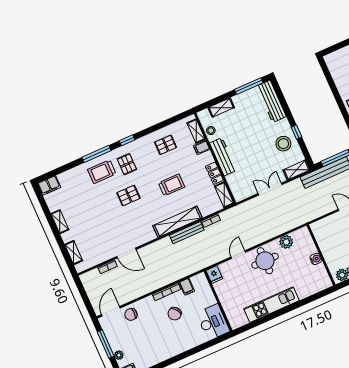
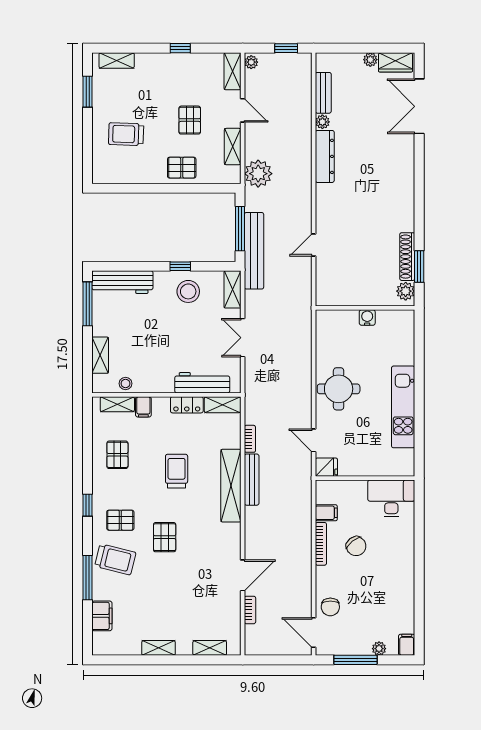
window: (97, 154) -> (88, 578), moved
workbench: (223, 157) -> (202, 383), moved
trolley: (102, 172) -> (115, 559), turned -76
filing cabinet: (49, 185) -> (102, 616), moved
plant: (286, 242) -> (326, 348), removed
door: (238, 255) -> (314, 440), moved

